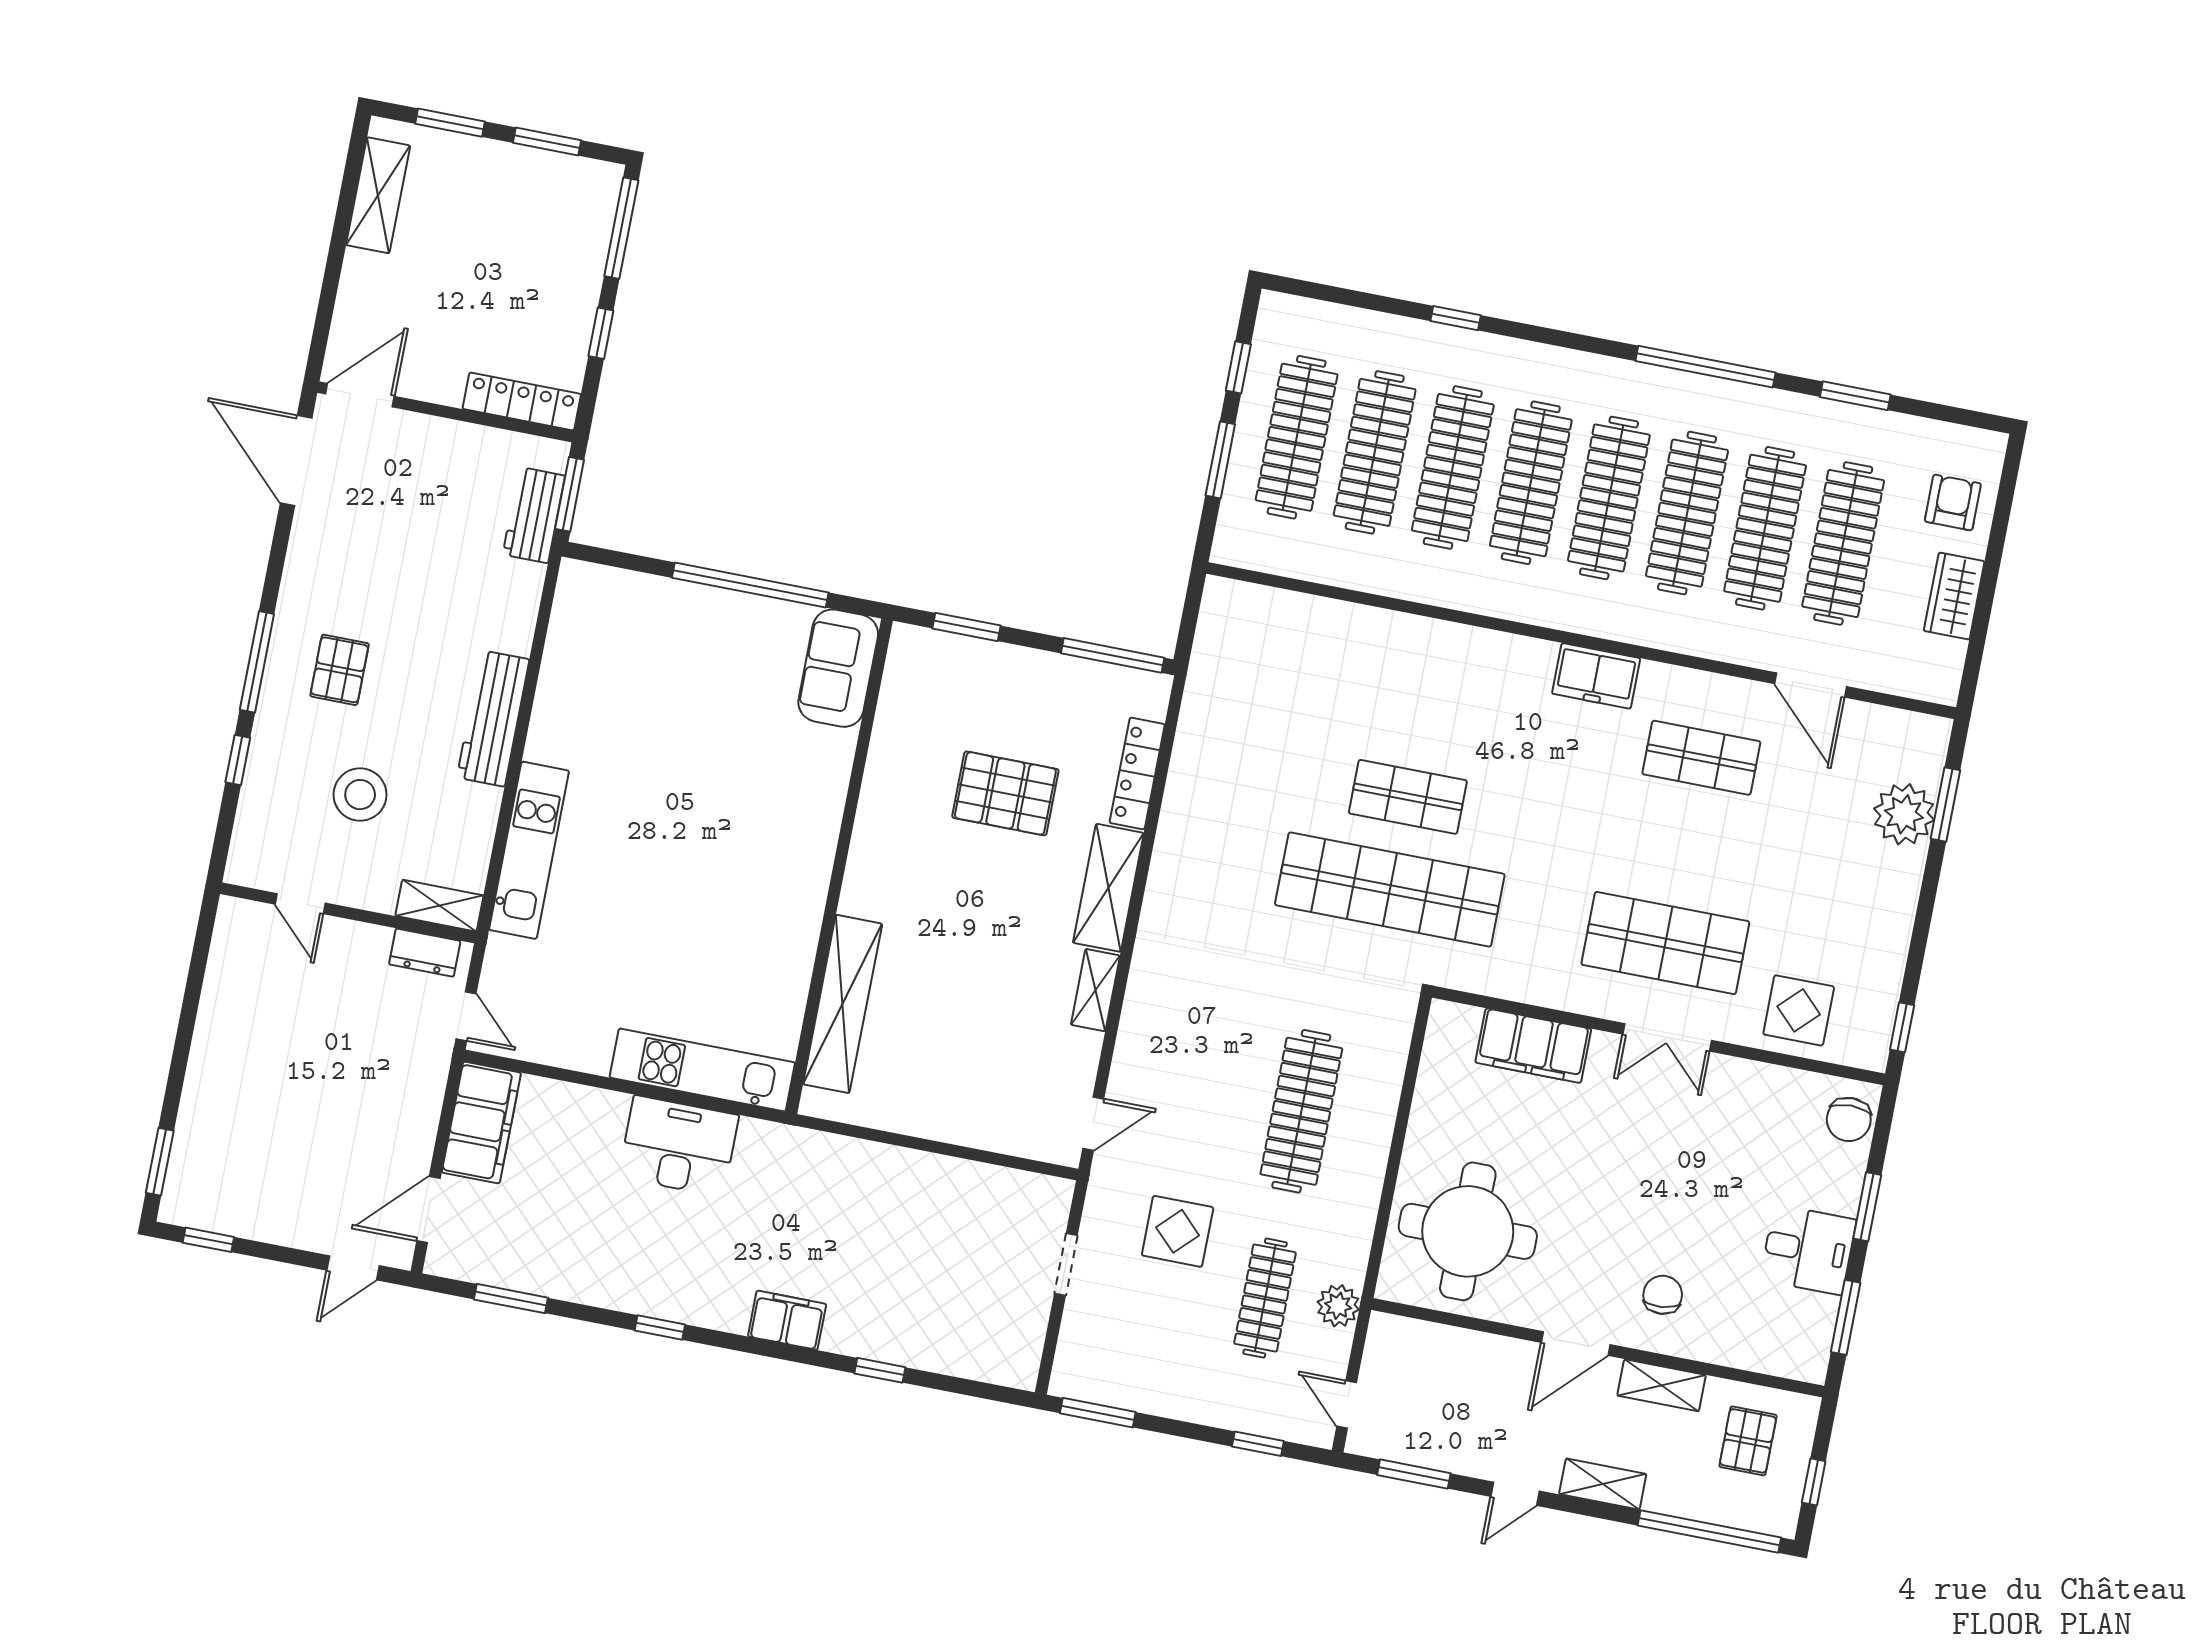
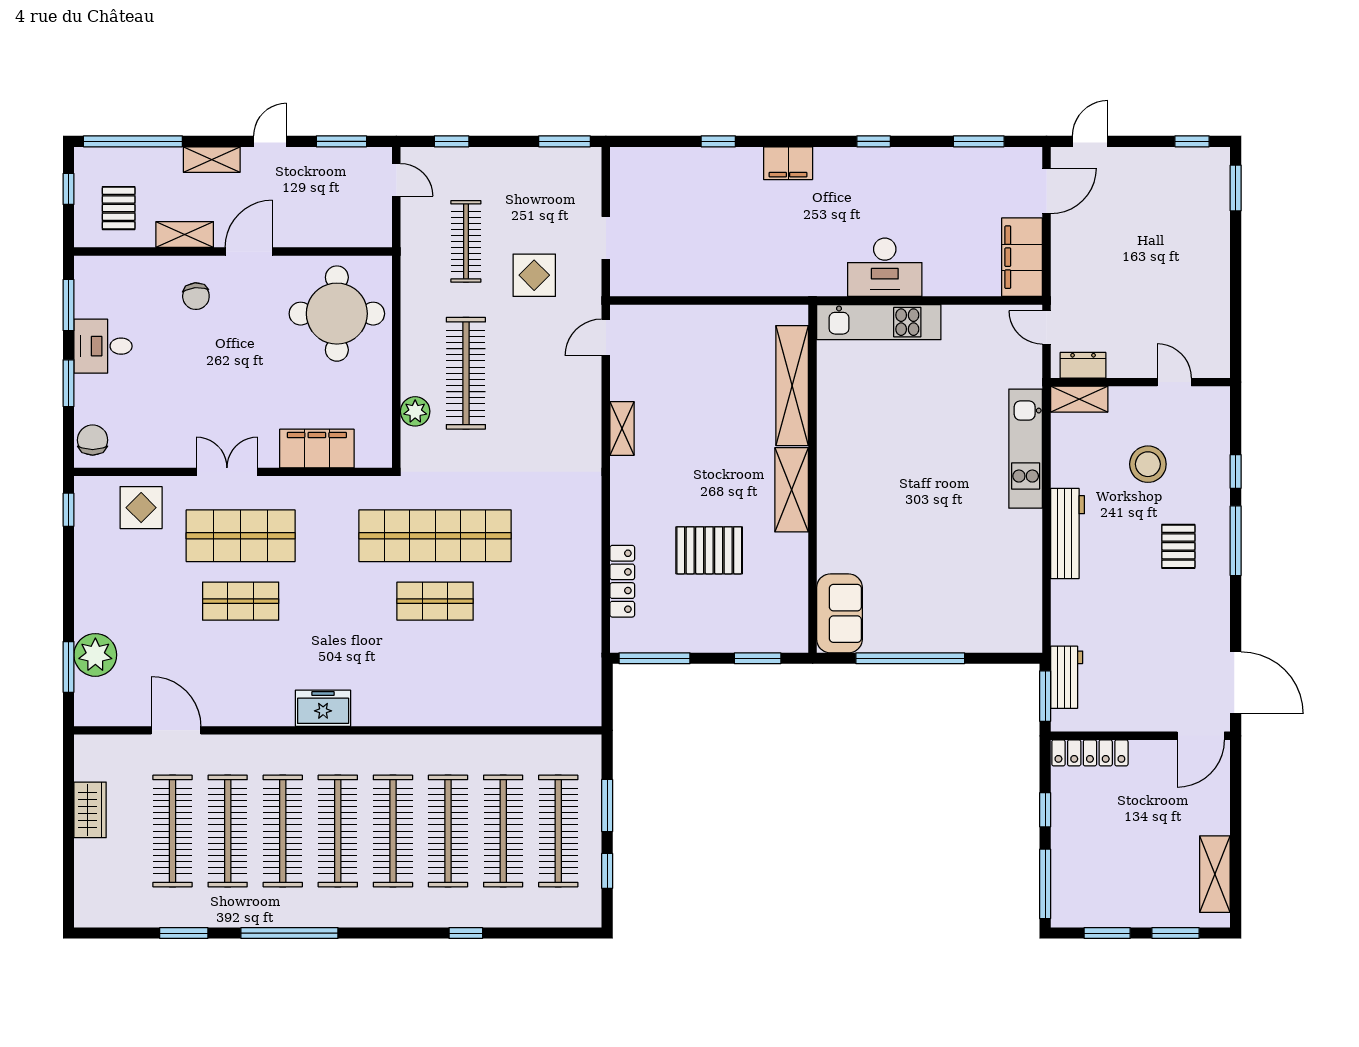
armchair: (1953, 502) -> (103, 873), removed
shop shelf: (1701, 758) -> (241, 601), moved
shelving: (1108, 888) -> (792, 490), moved
plant: (1338, 1306) -> (415, 411), moved

